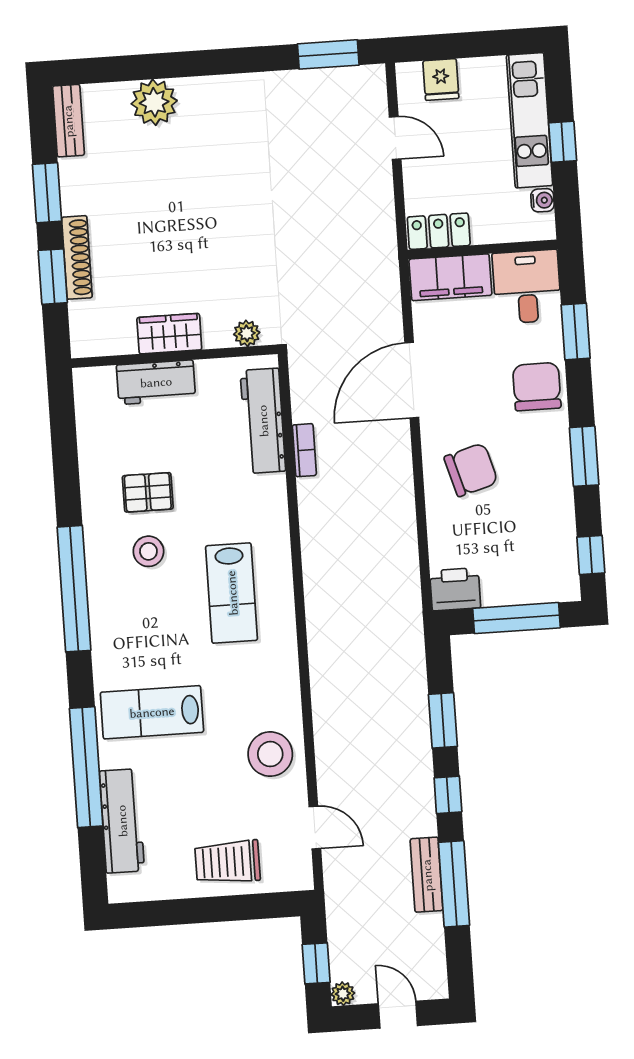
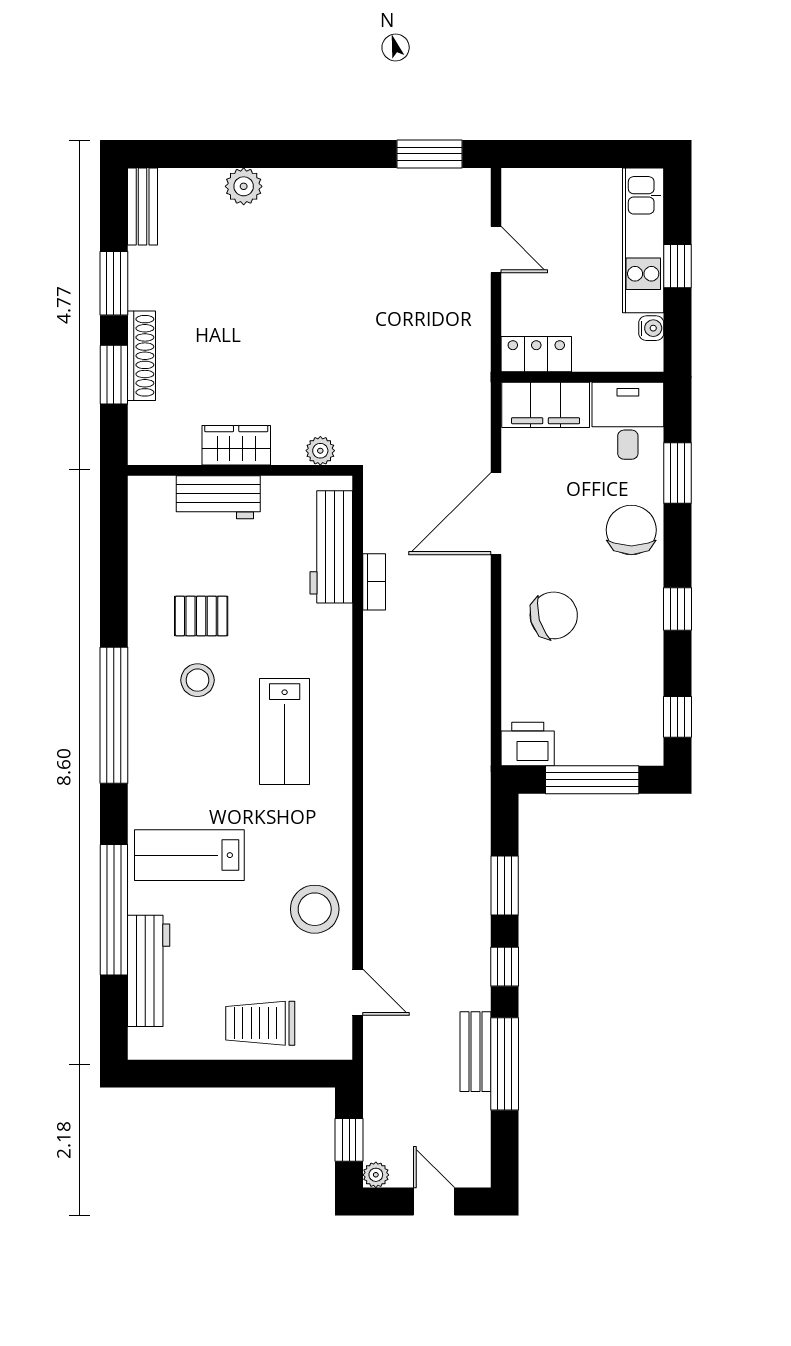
fridge: (441, 80) -> (550, 190), removed
plant: (154, 102) -> (244, 186), width x0.73, depth x0.73
window: (584, 456) -> (677, 609), width x0.67

